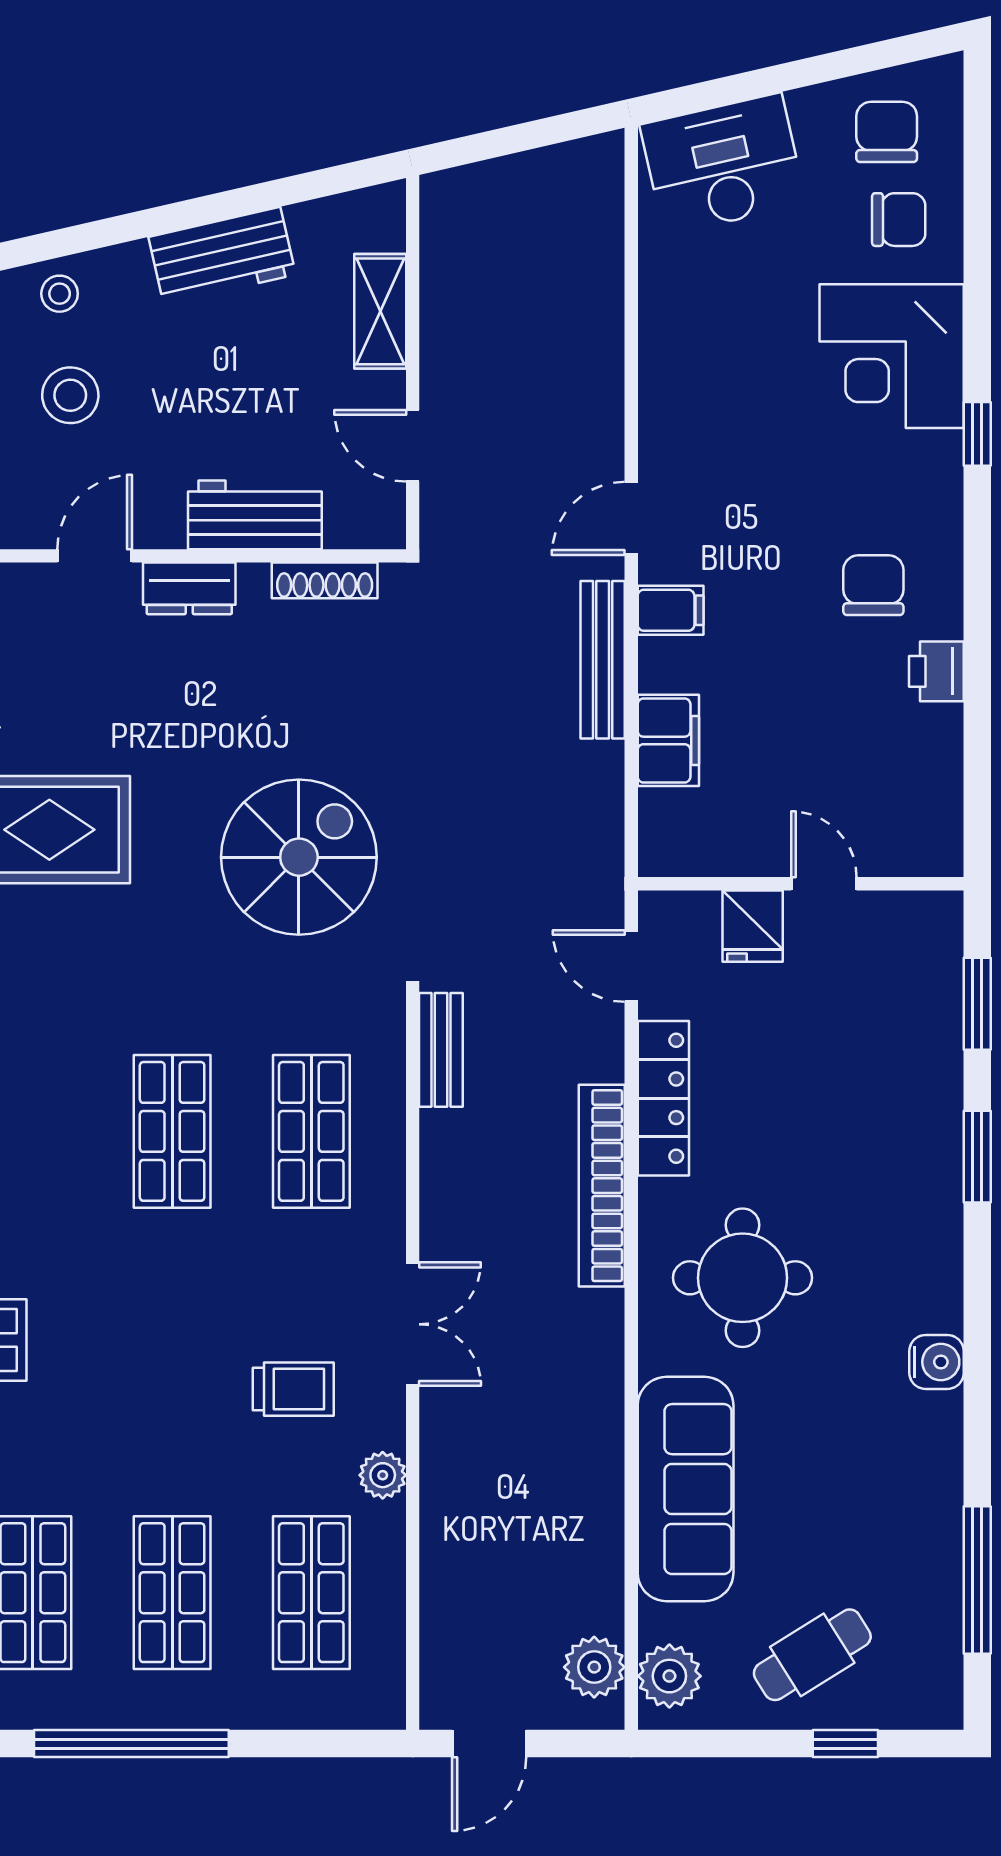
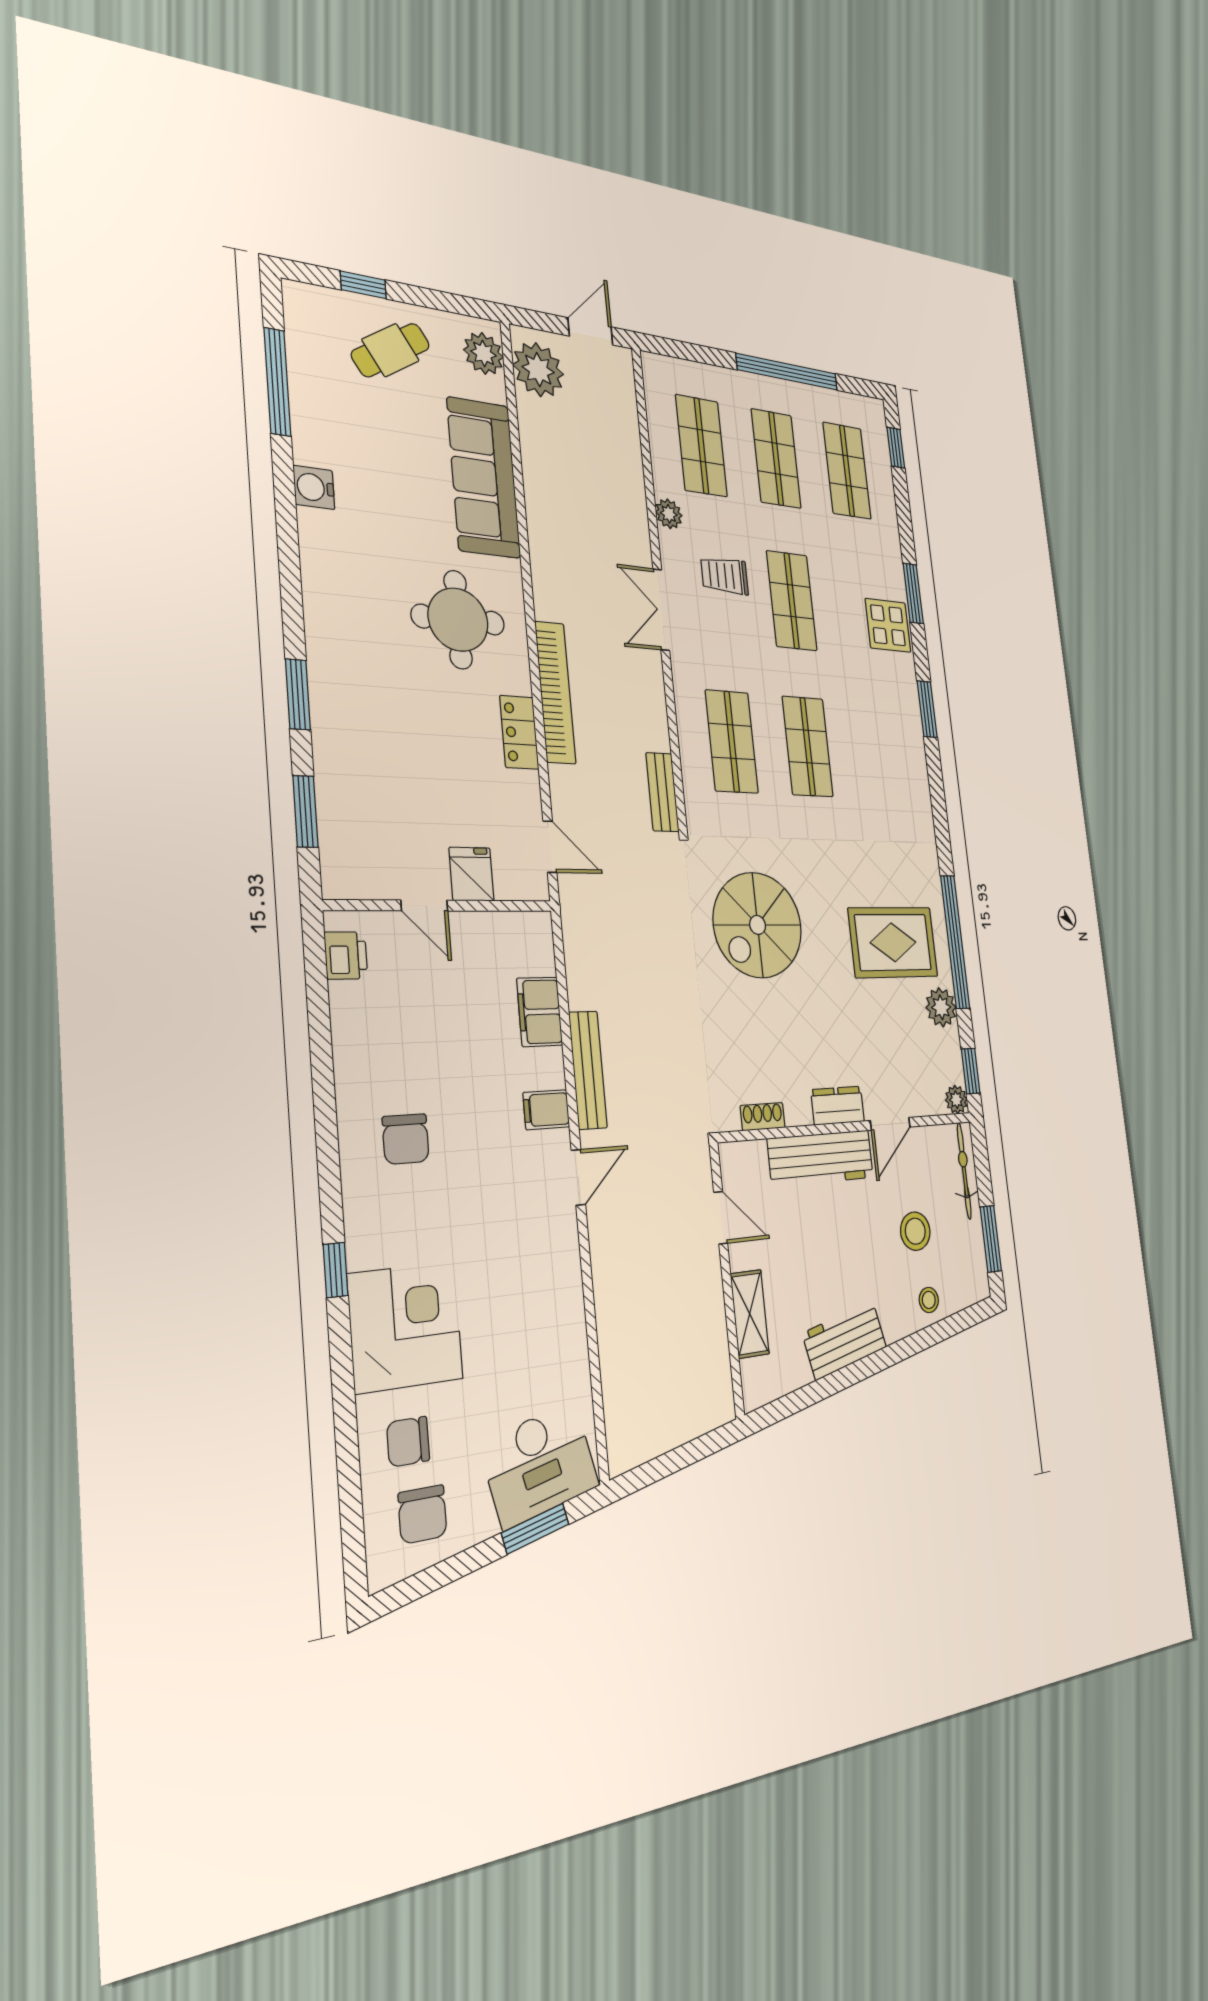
window: (736, 88) -> (535, 1529), added
workbench: (255, 515) -> (821, 1158), width x1.38
shoe rack: (325, 580) -> (763, 1117), width x0.70
printer: (936, 671) -> (346, 955), moved
locker: (663, 1098) -> (519, 732), width x0.66
shop shelf: (172, 1362) -> (792, 601), added
water cooler: (937, 1362) -> (314, 487), moved
plant: (594, 1667) -> (538, 370), width x1.36, depth x1.36

